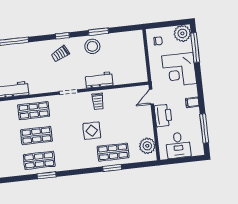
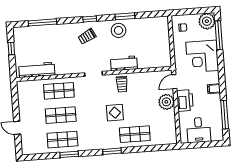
plant: (147, 146) -> (166, 102), moved
window: (112, 168) -> (112, 151), moved

